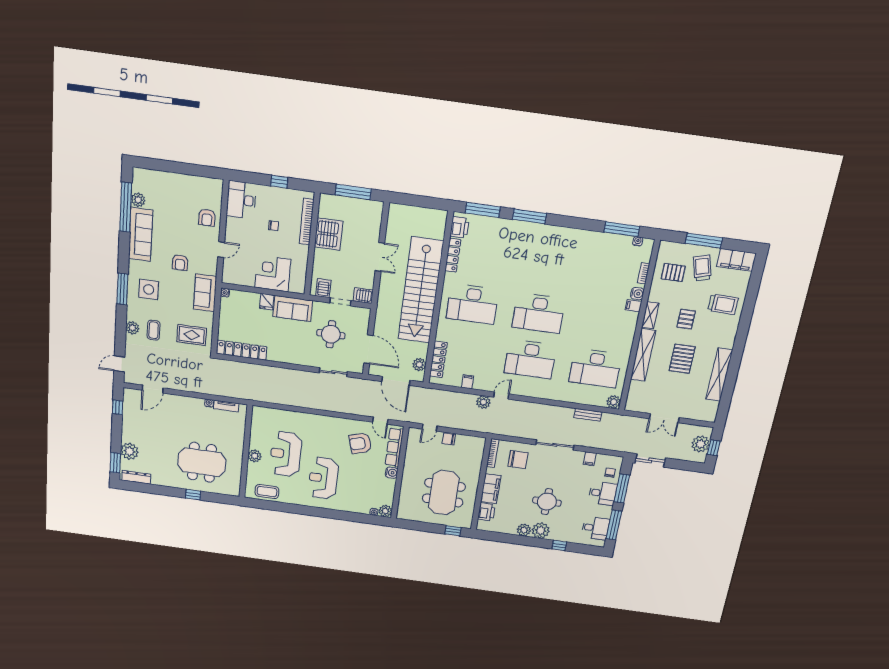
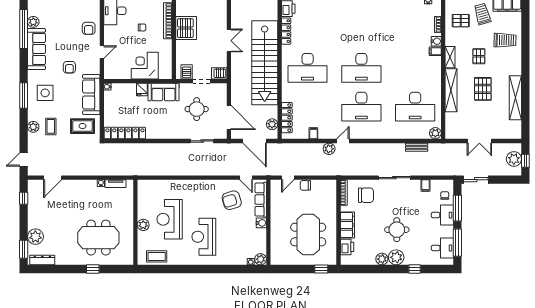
sofa: (205, 293) -> (91, 94), width x1.36

